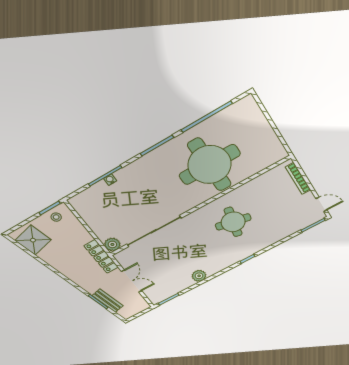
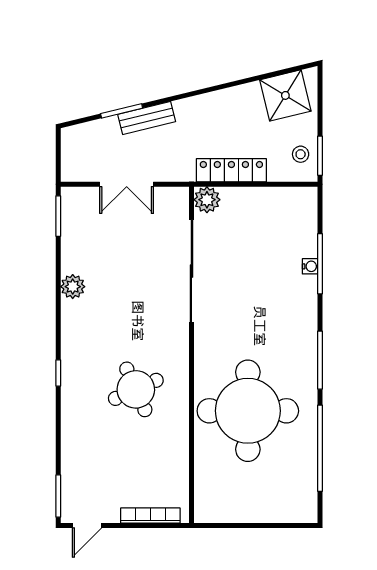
round table: (233, 222) -> (136, 389), turned -36
locker: (101, 256) -> (231, 170), moved
bench: (108, 301) -> (147, 118), moved

